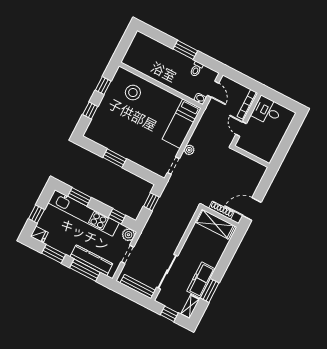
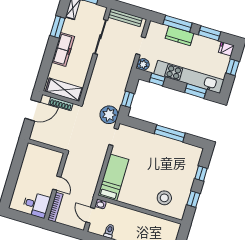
plant: (189, 150) -> (109, 115), moved, width x1.87, depth x1.87
wall: (251, 157) -> (46, 146), moved
window: (115, 158) -> (170, 133), width x1.44
kitchen counter: (91, 260) -> (179, 36), width x0.67
freezer: (201, 280) -> (63, 49), moved

